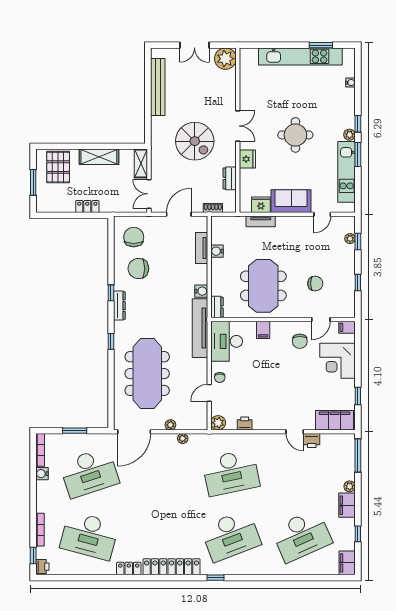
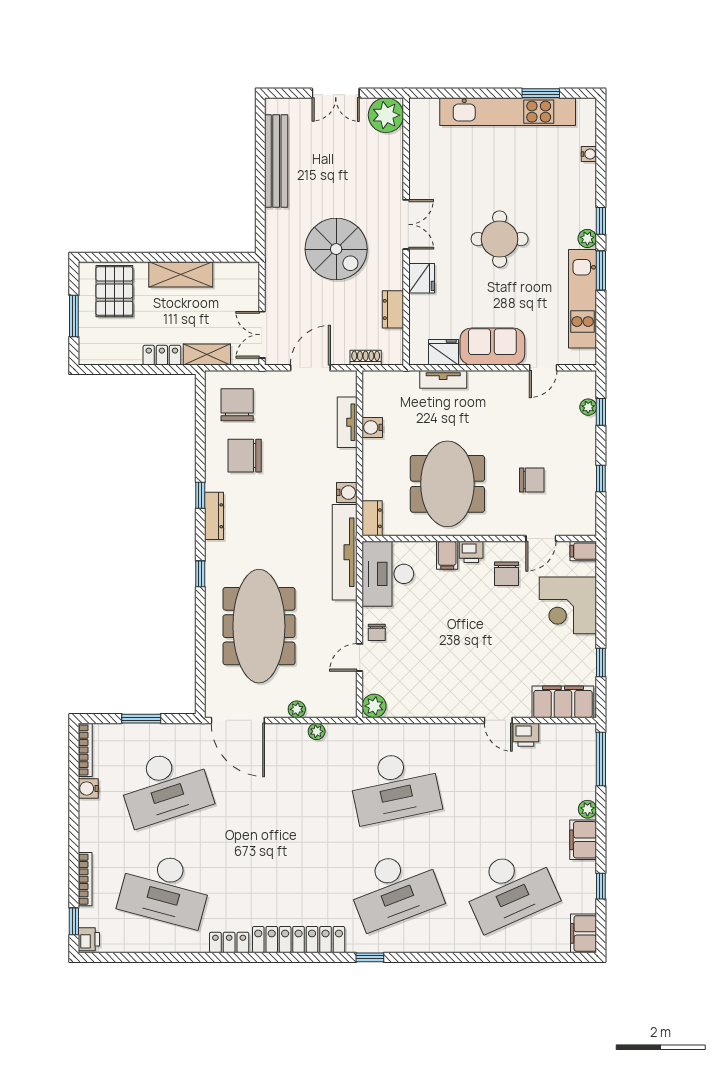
shelving: (141, 163) -> (207, 355), moved, turned 90
printer: (245, 423) -> (471, 552), moved, turned 180
door: (134, 432) -> (238, 720), hinge flipped

